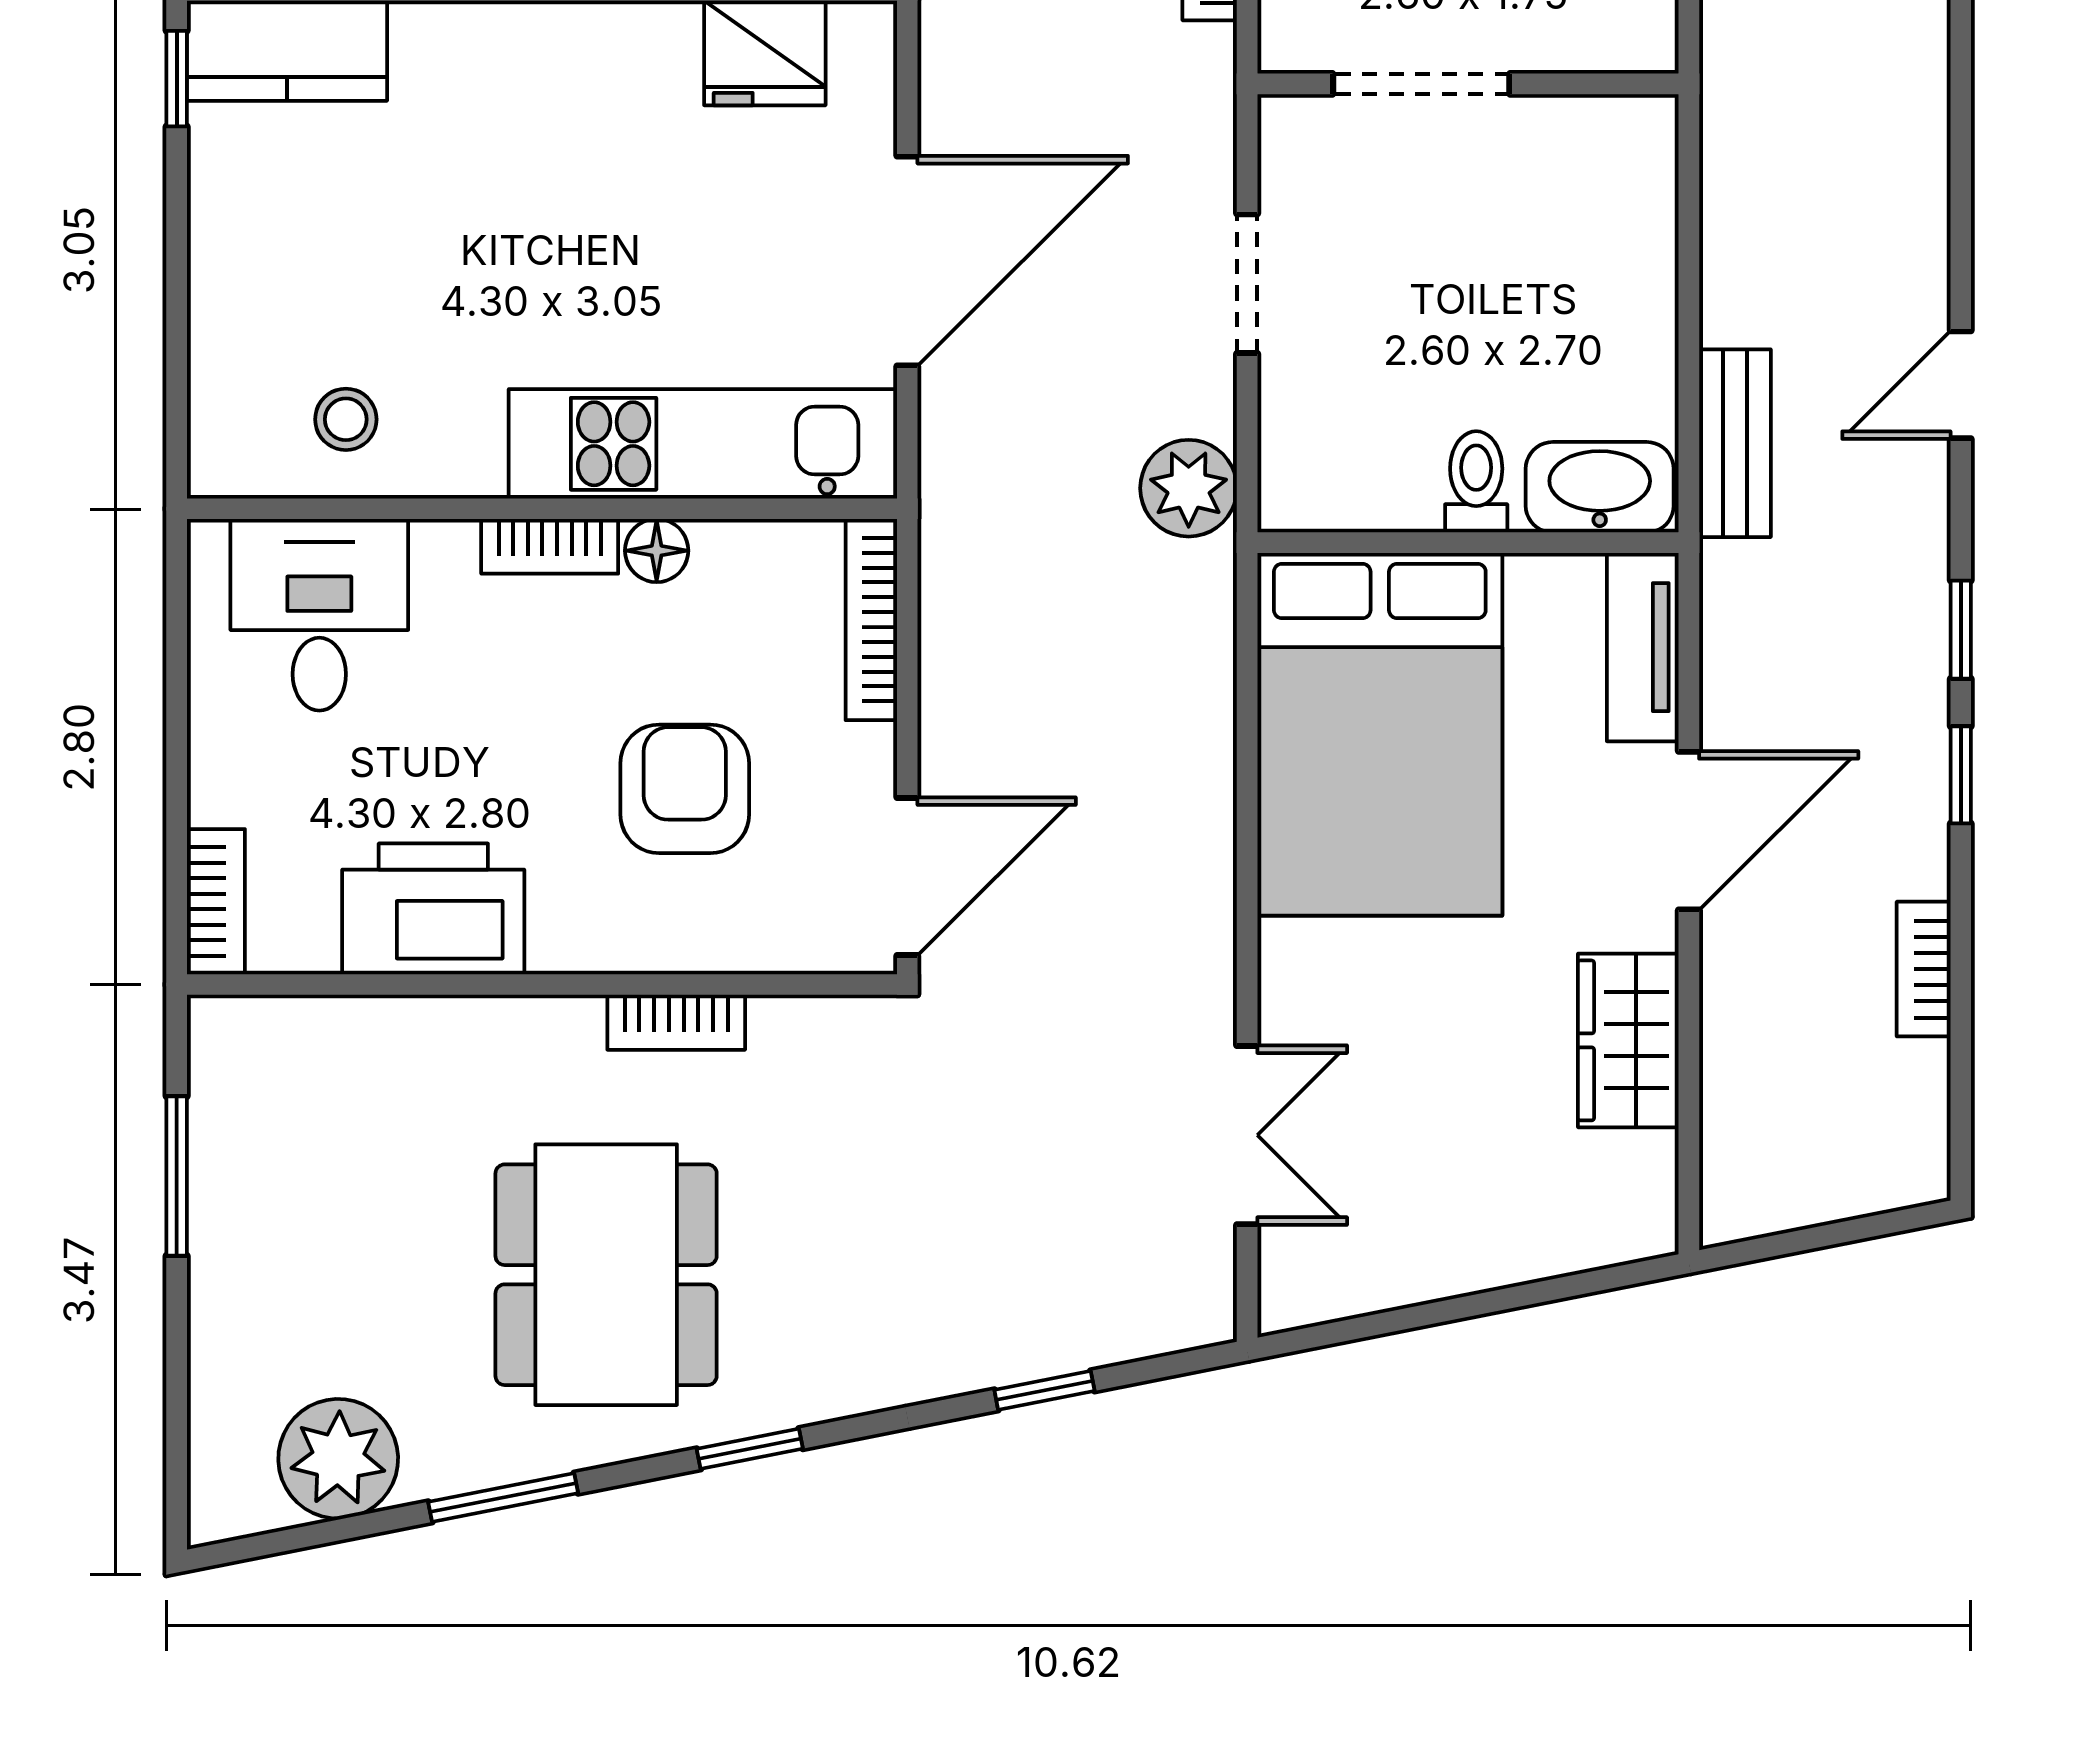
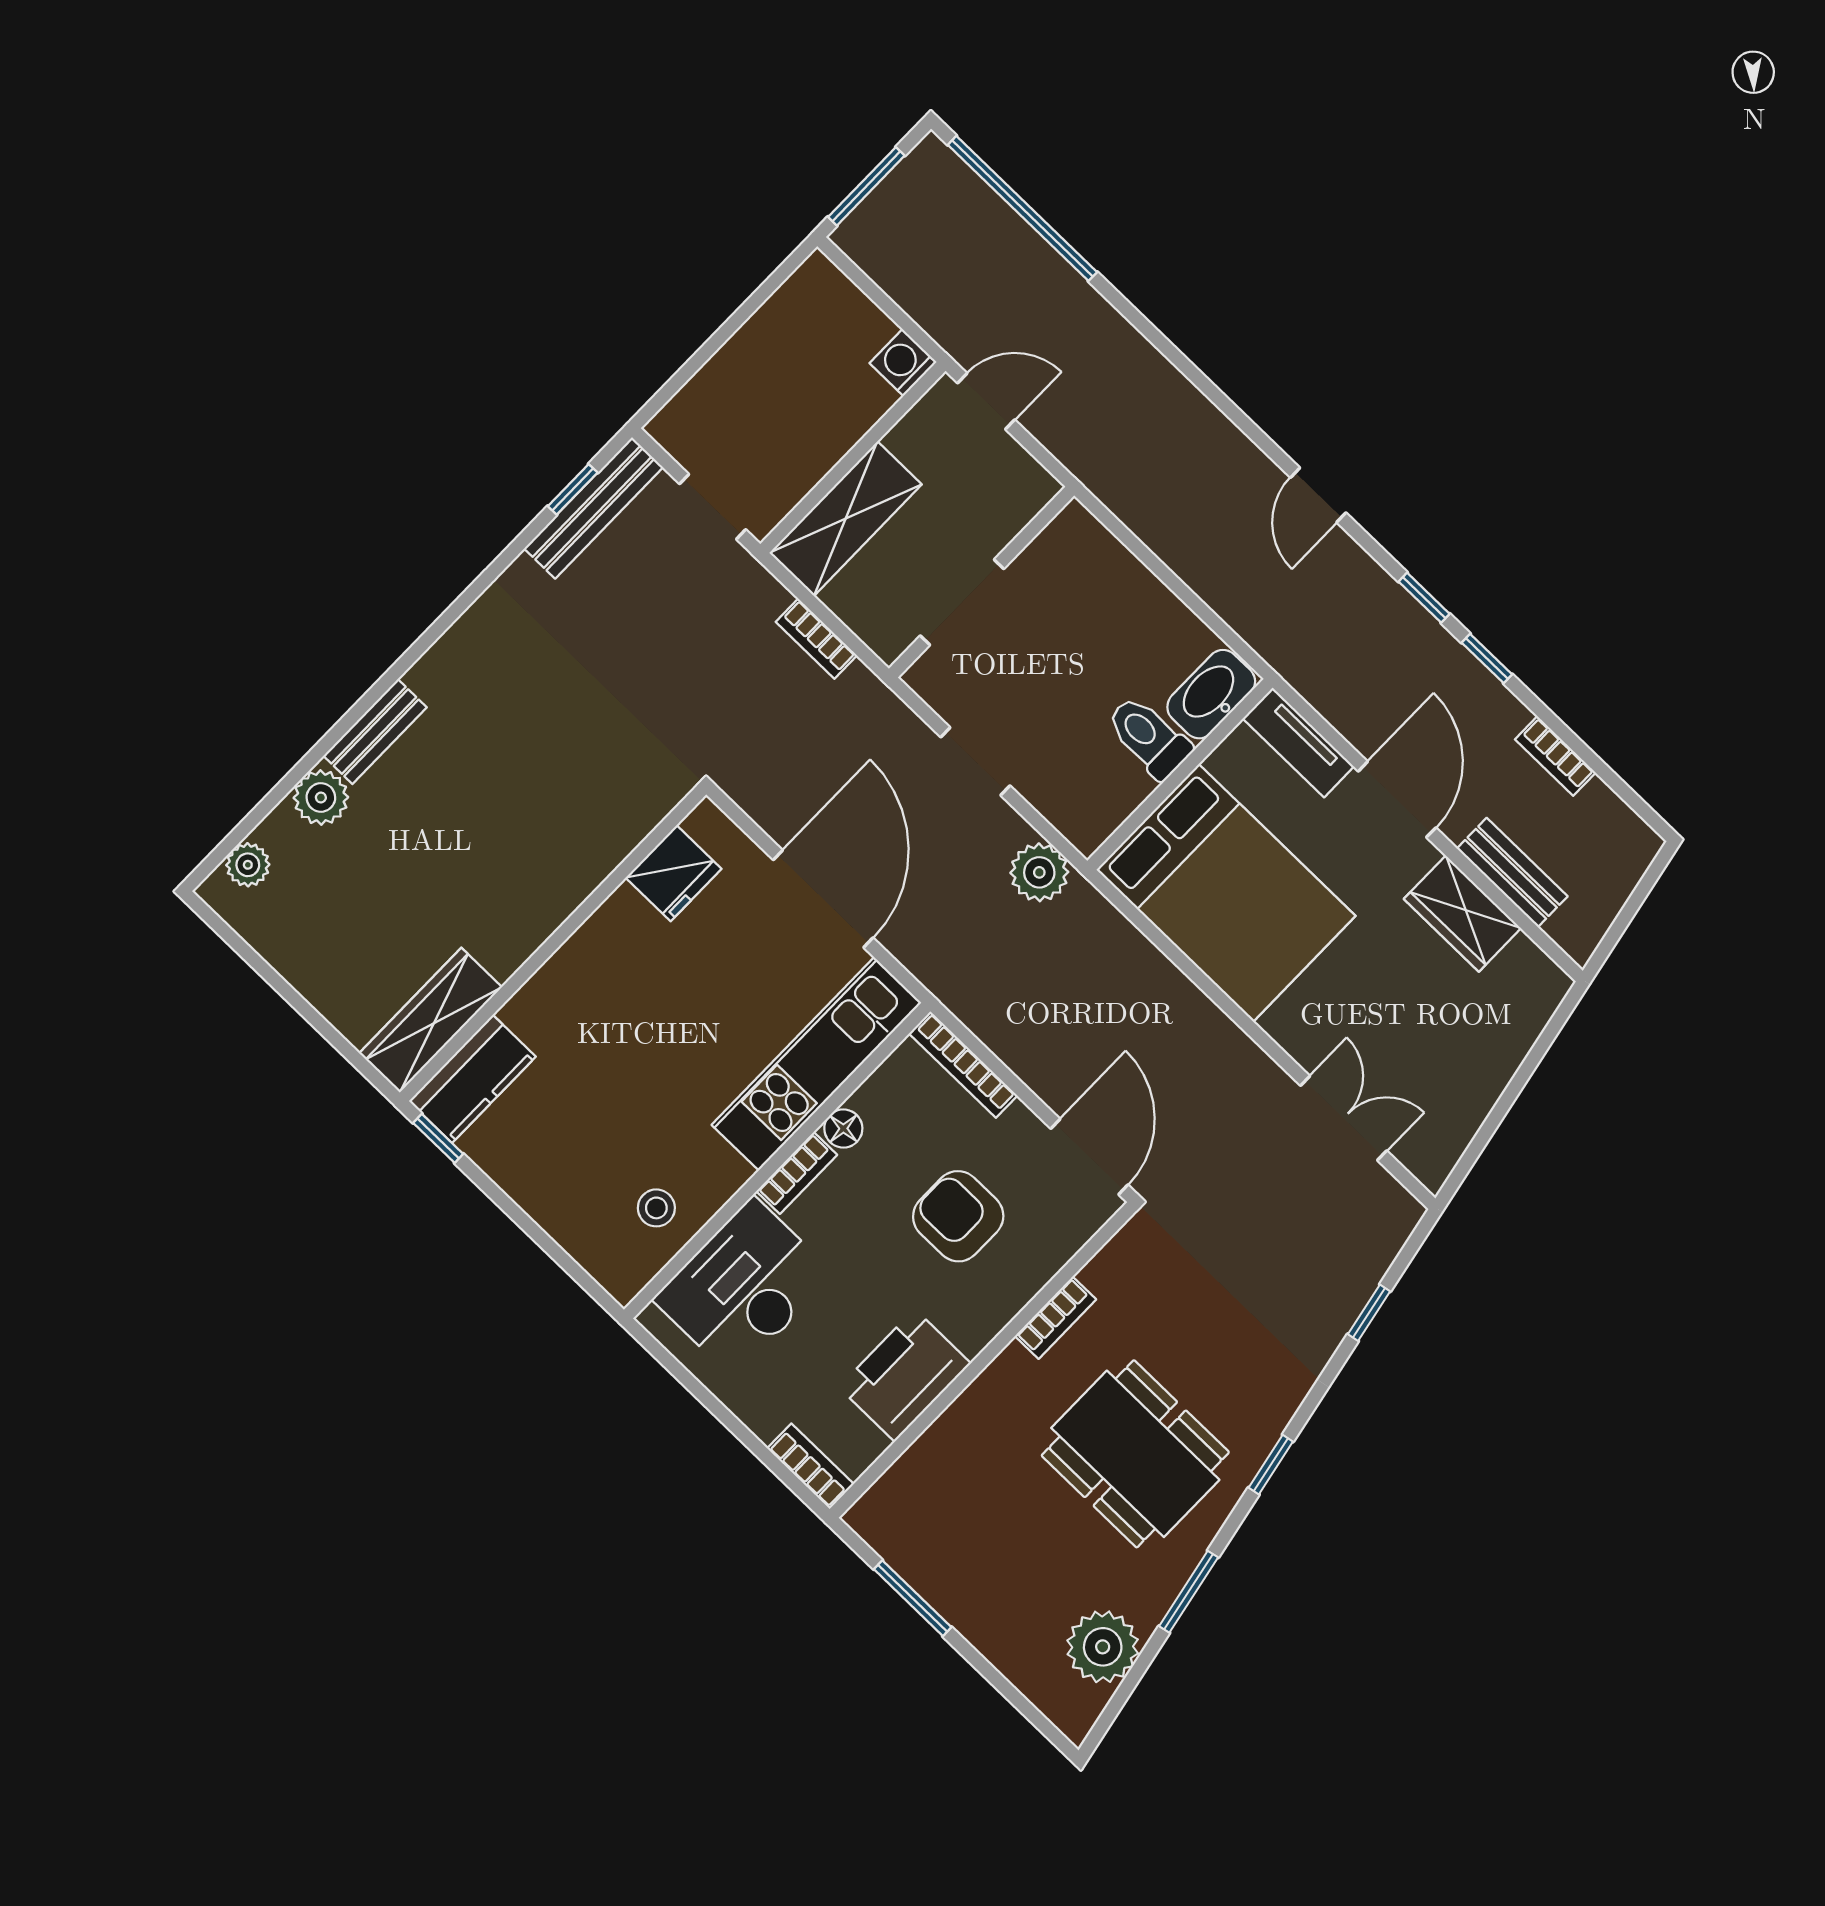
bench: (1735, 443) -> (1512, 872), moved
toilet: (1476, 482) -> (1149, 737), width x1.37, depth x1.39
desk: (319, 615) -> (744, 1287), width x1.37

